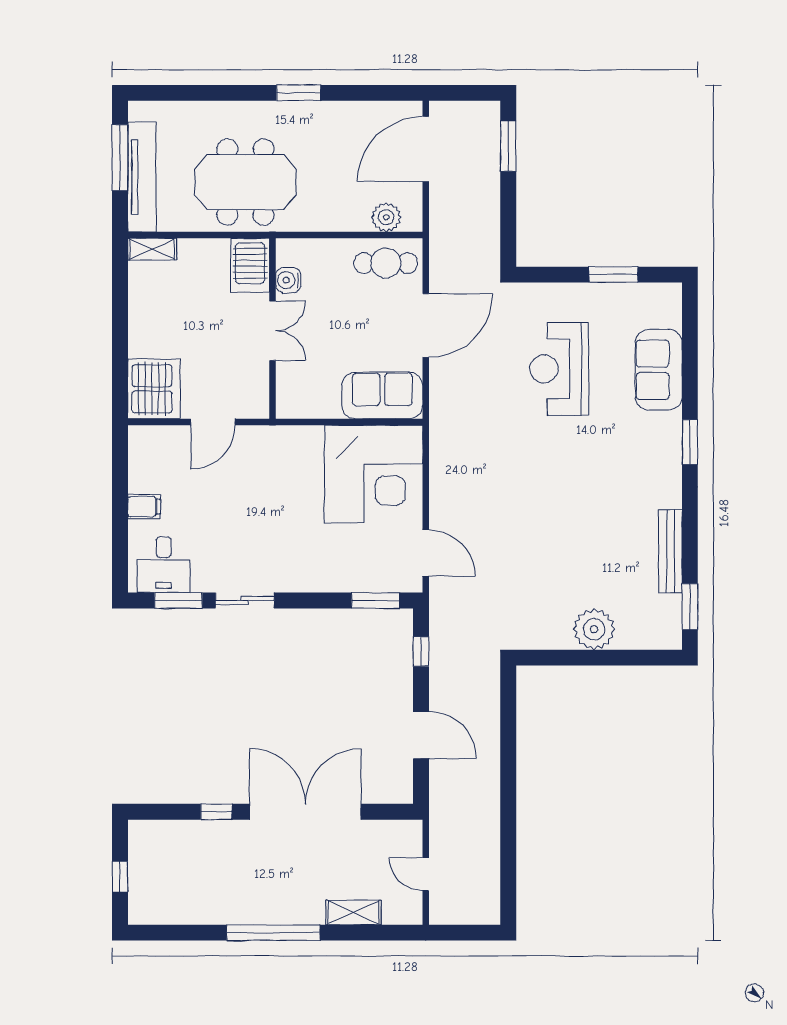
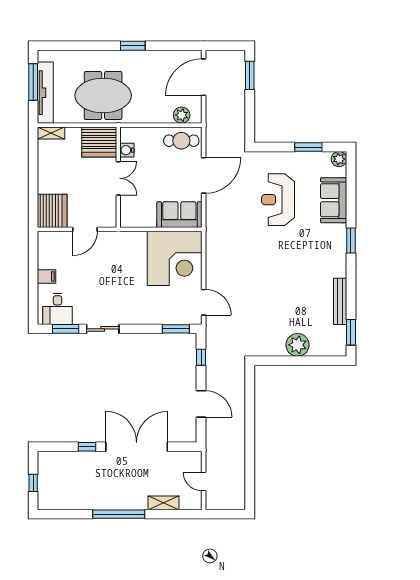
server rack: (250, 265) -> (99, 142), width x1.60
plant: (668, 296) -> (339, 159), added

